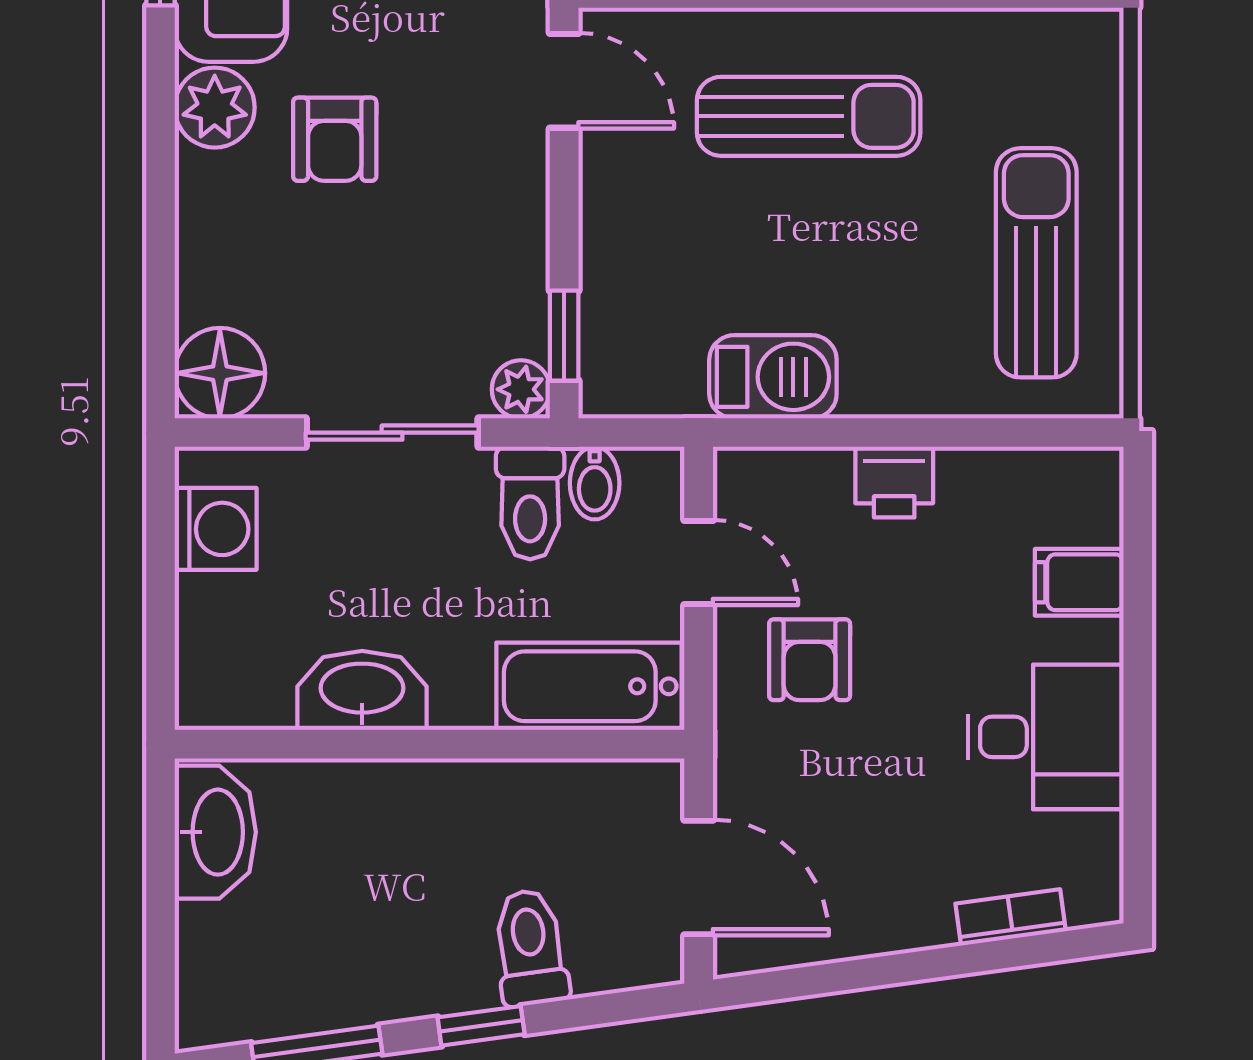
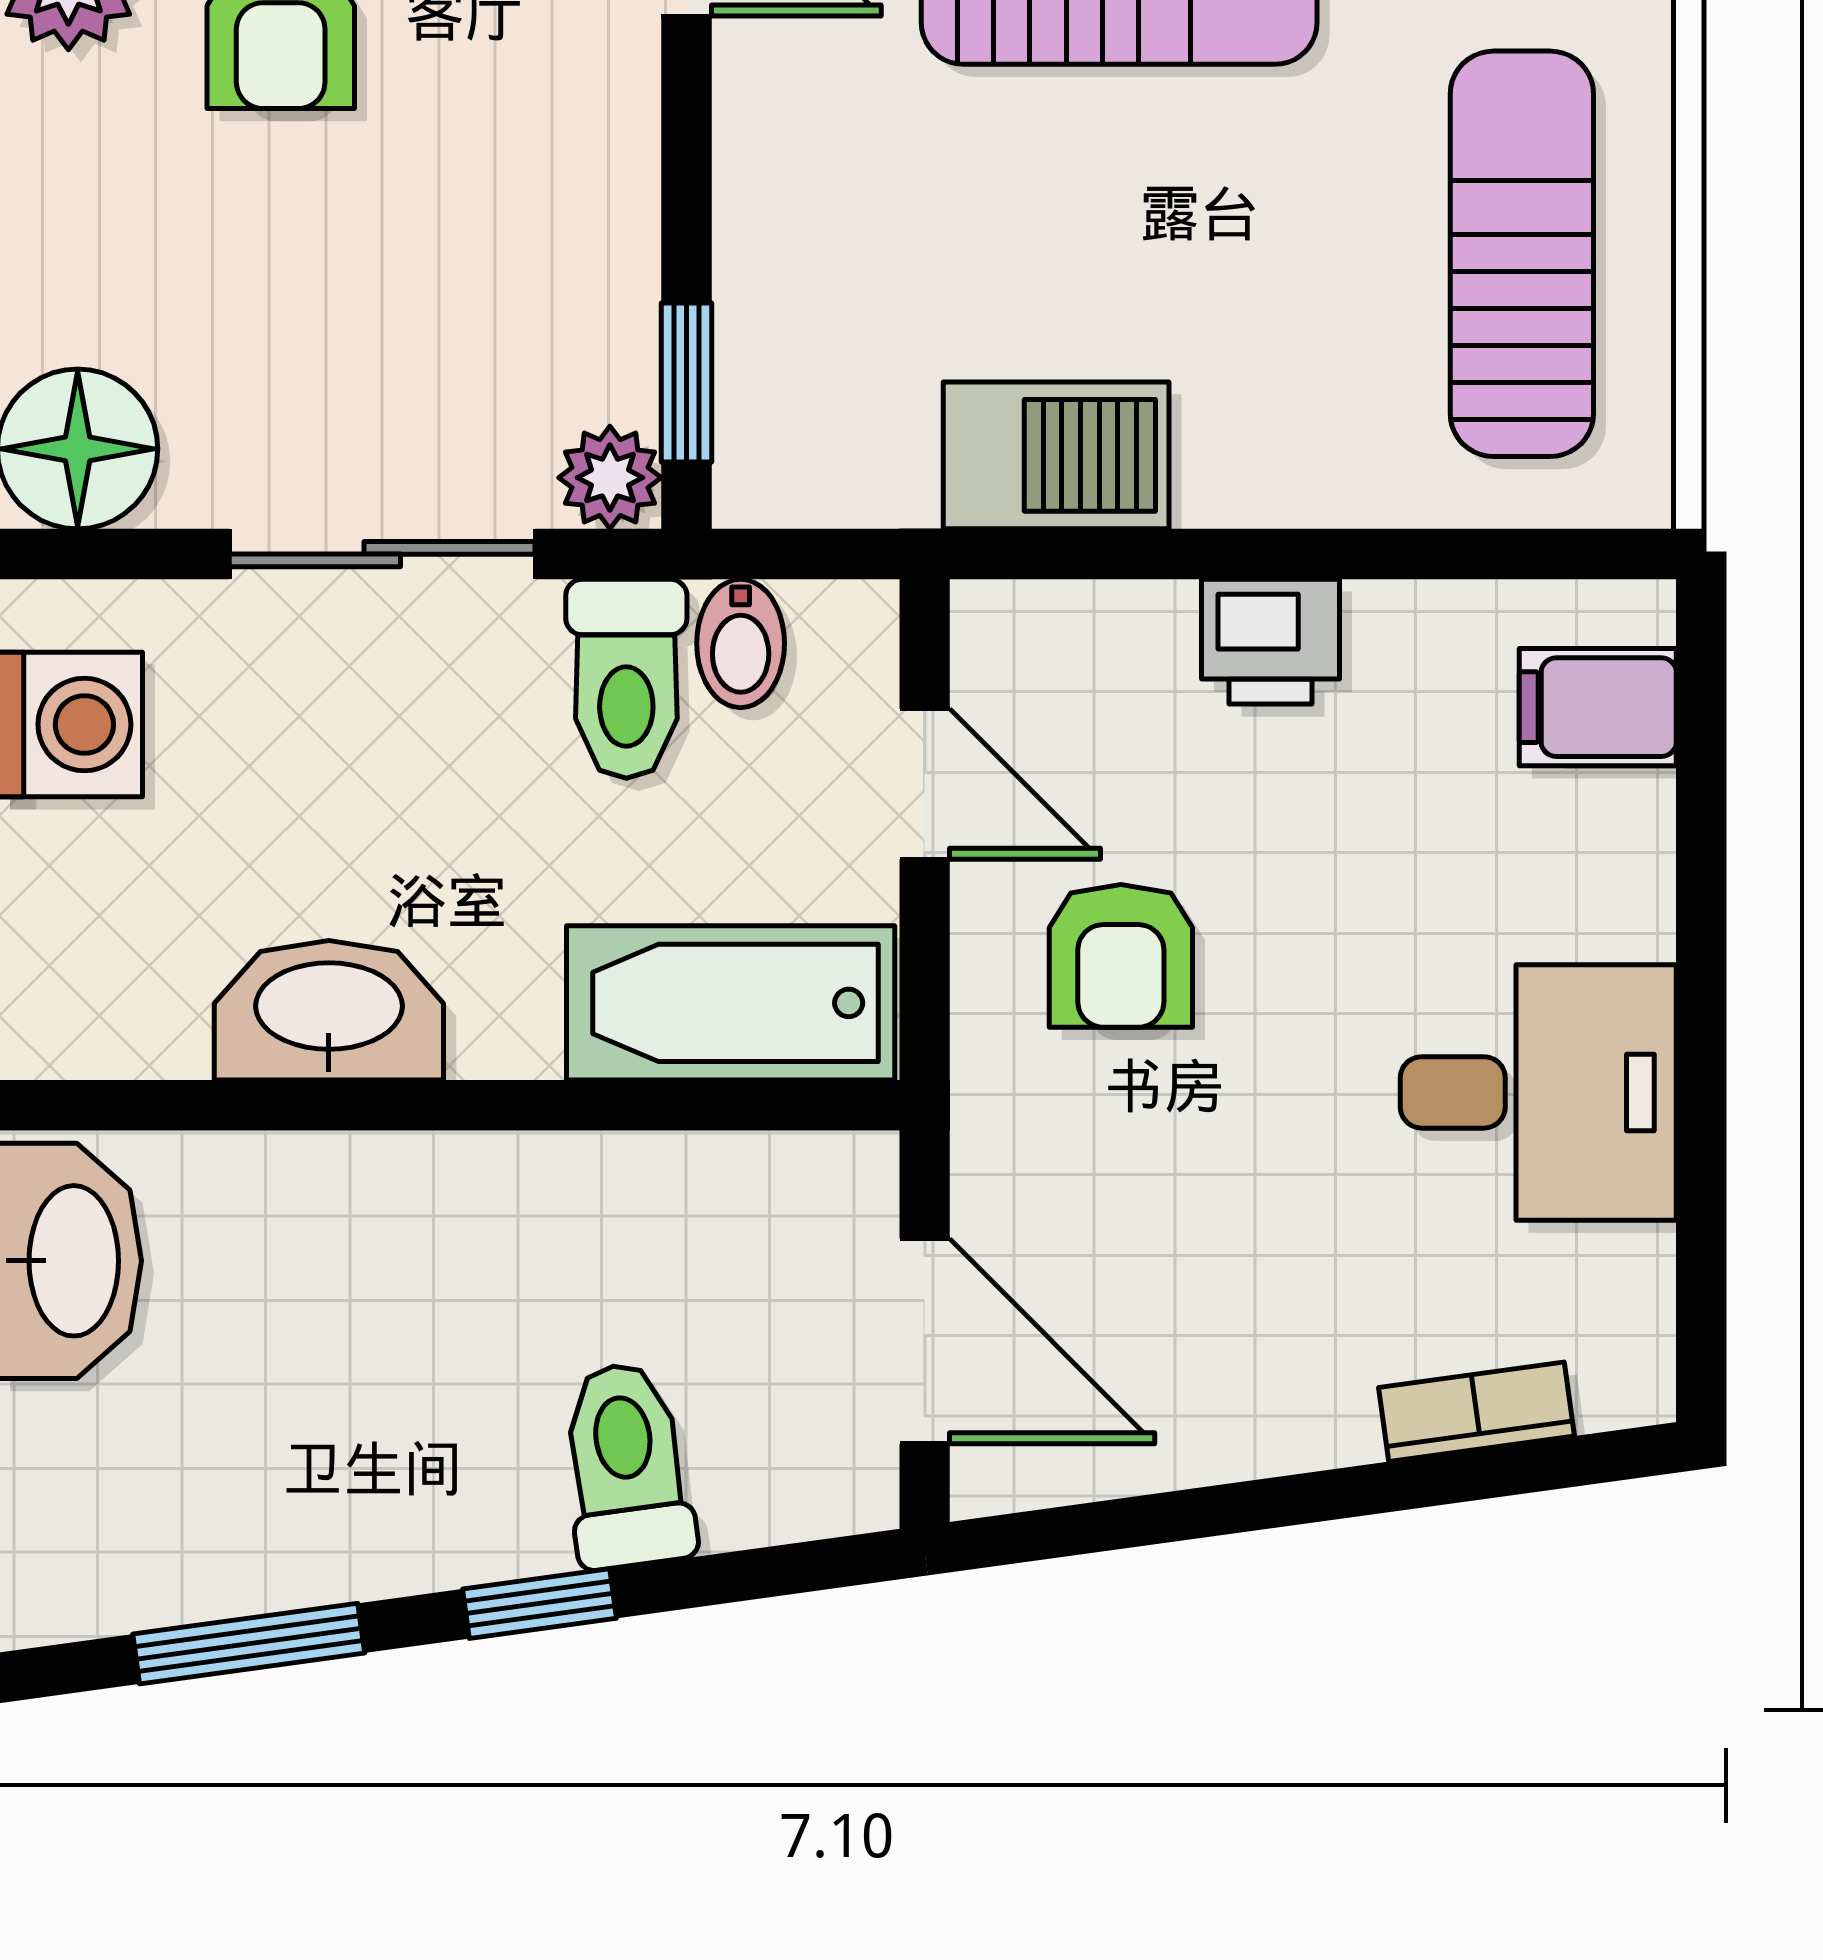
filing cabinet: (1079, 582) -> (1598, 707), moved

